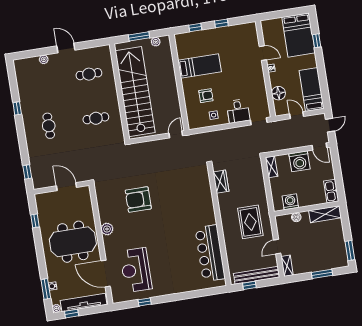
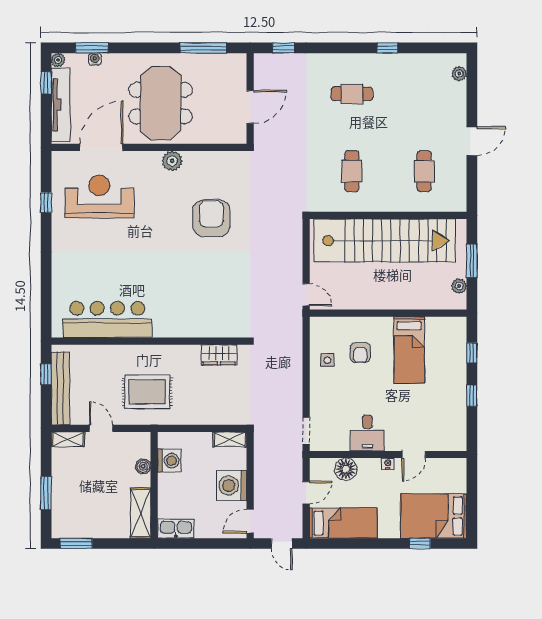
plant: (44, 59) -> (459, 74), moved
desk: (238, 111) -> (367, 433), moved, turned -90
window: (35, 221) -> (203, 48), width x2.17

